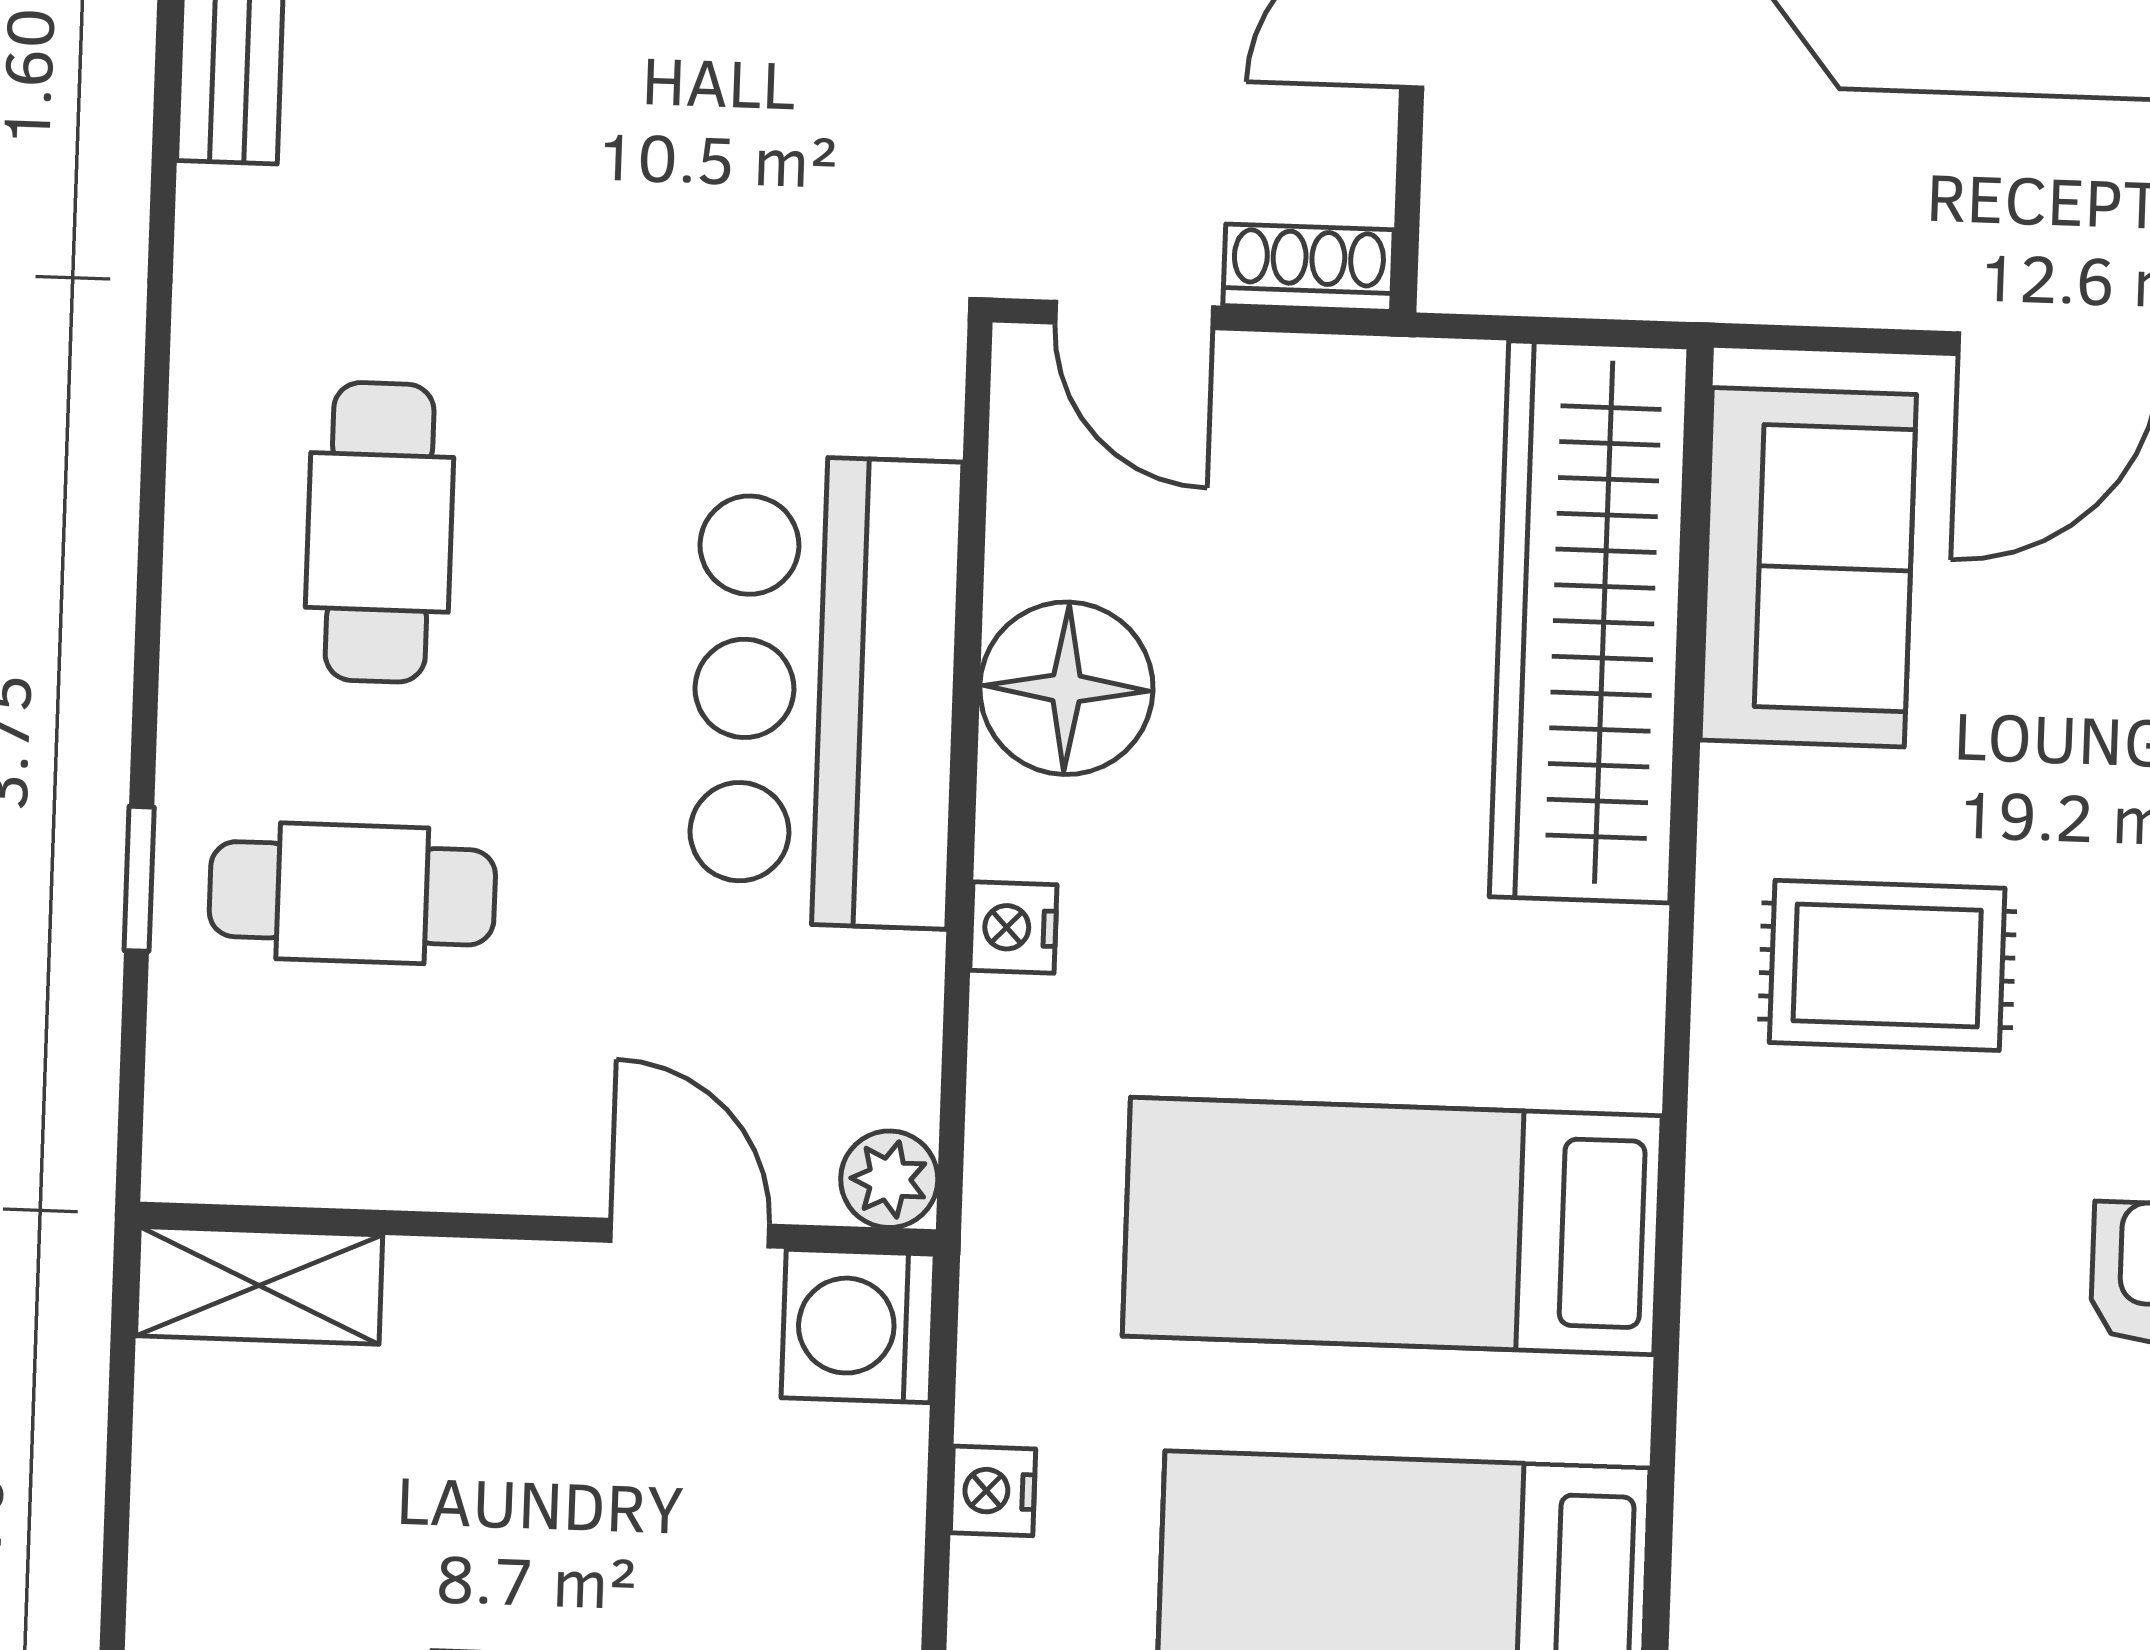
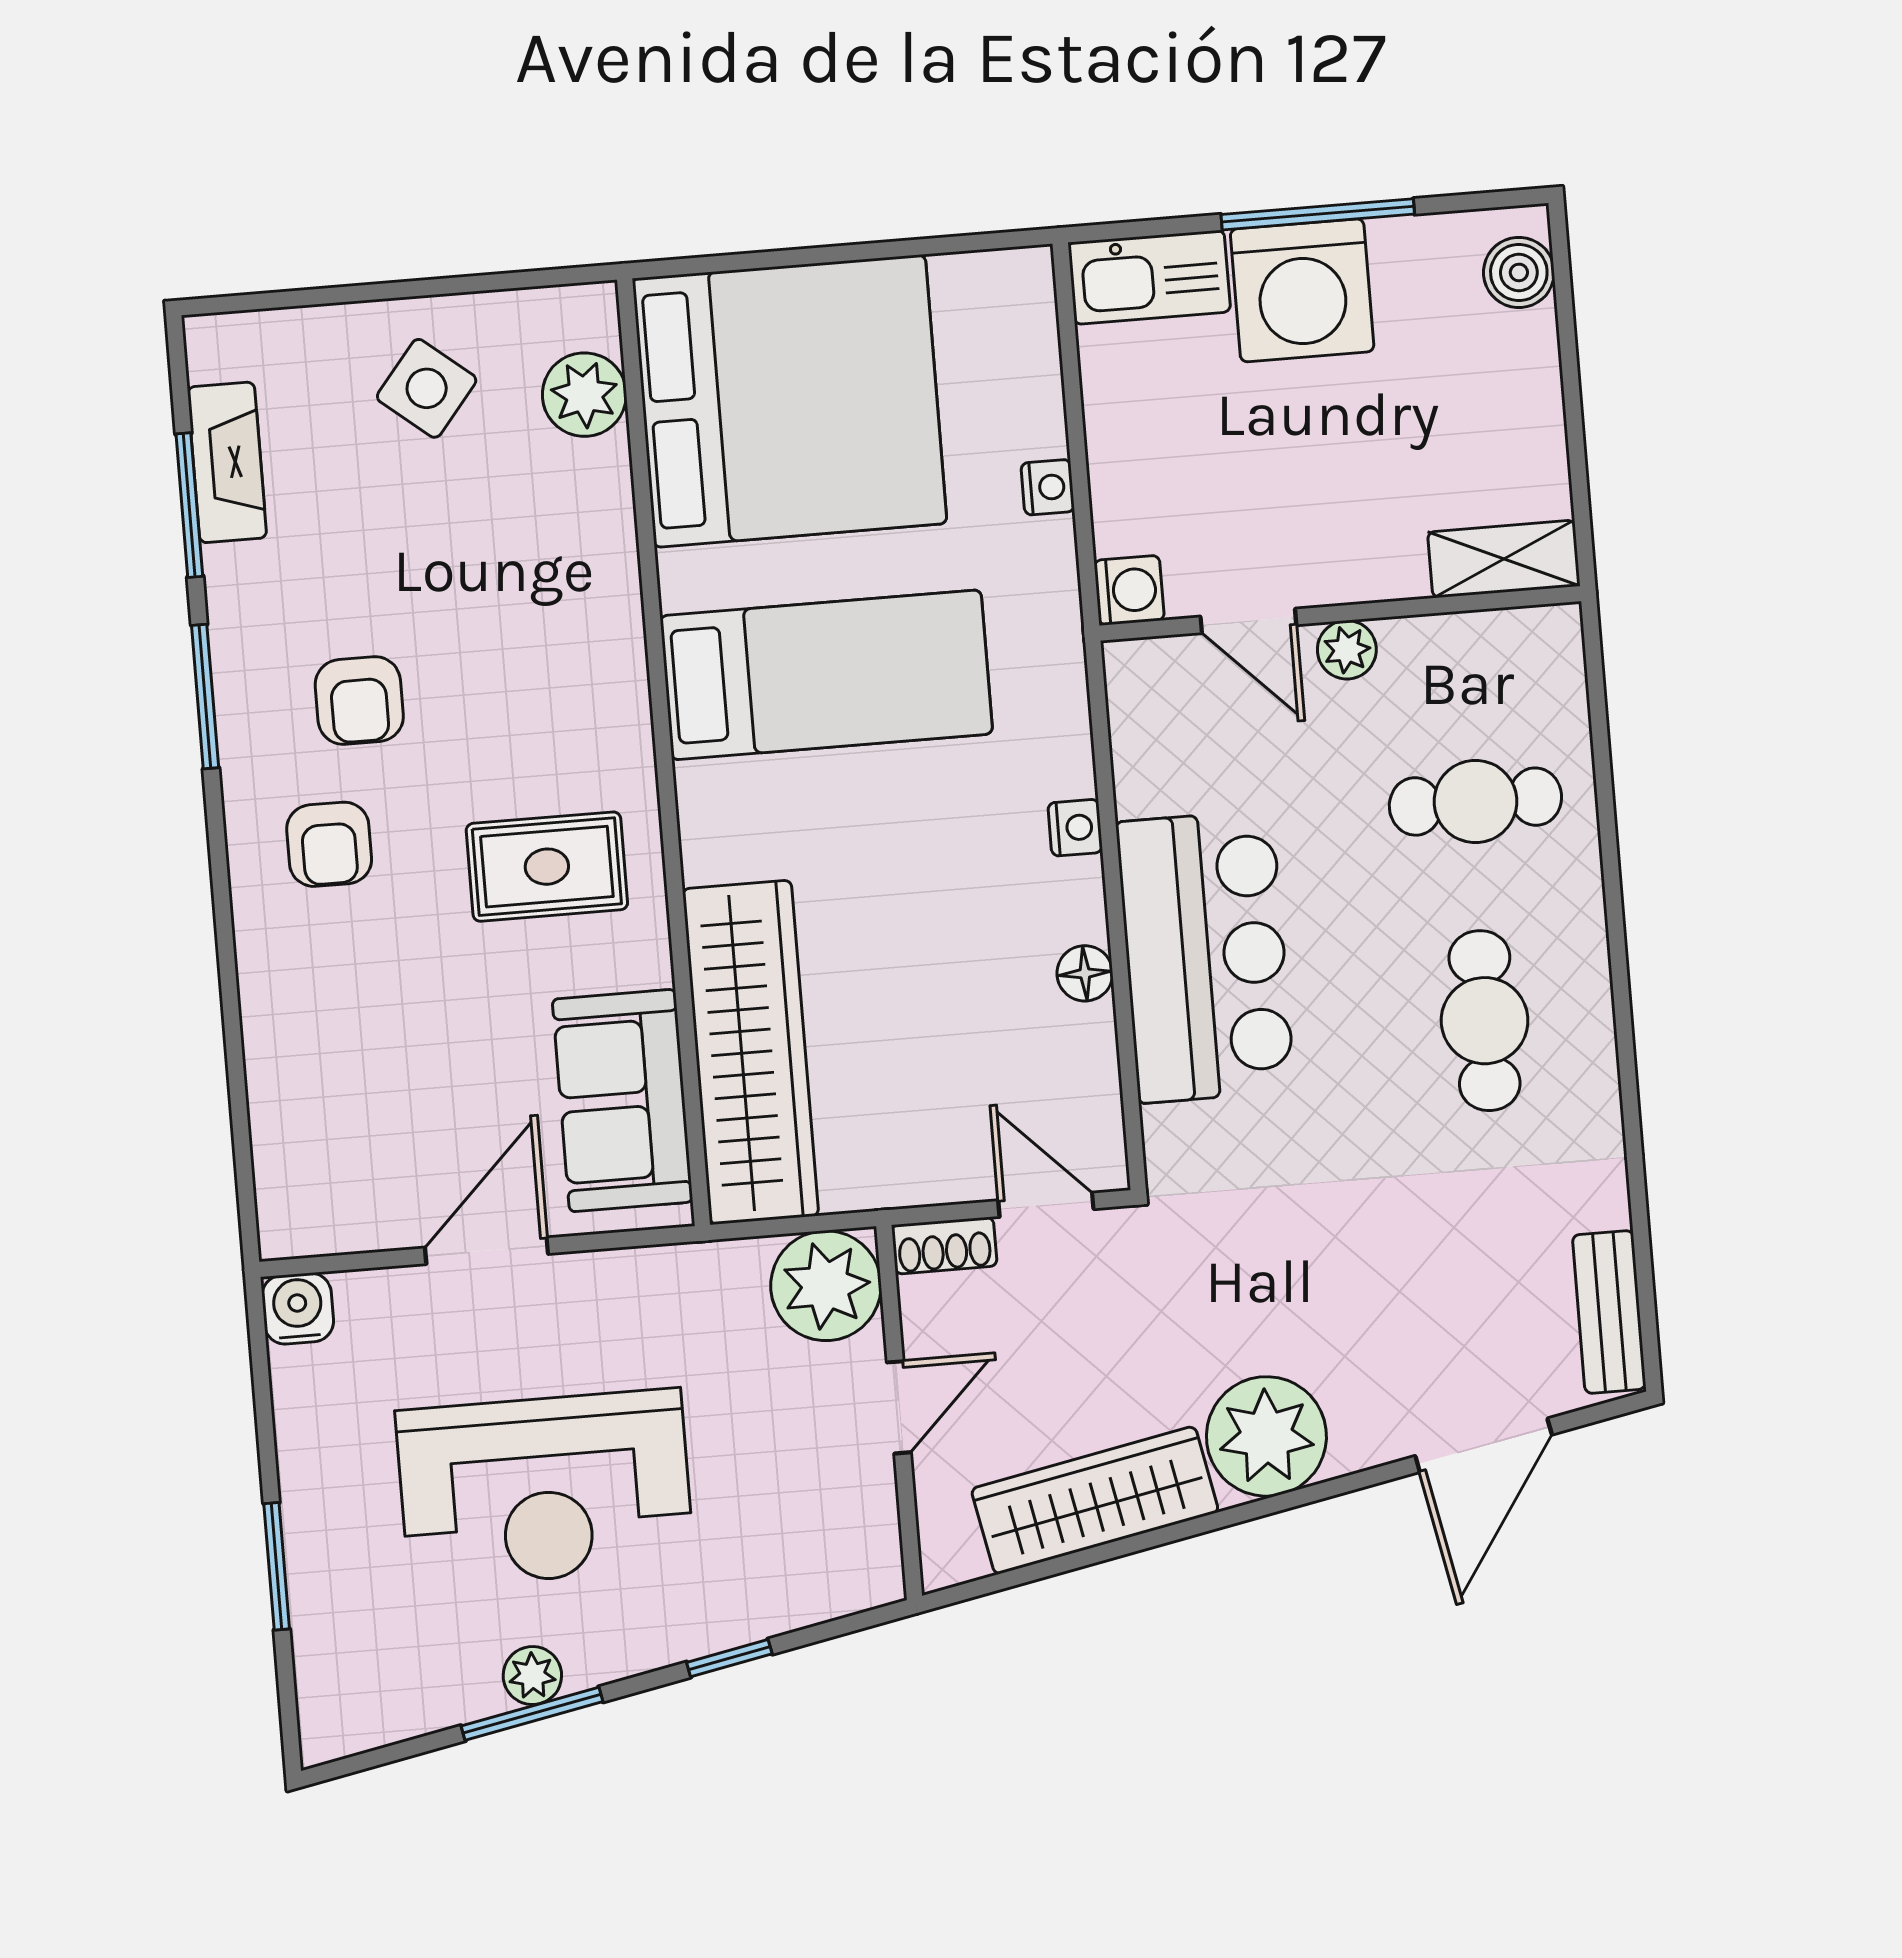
plant: (1510, 225) -> (826, 1286), added
floor lamp: (1066, 688) -> (1085, 973), width x0.53, depth x0.53
window: (139, 879) -> (1605, 795), removed
plant: (889, 1179) -> (1347, 650), moved
washing machine: (858, 1326) -> (1129, 590), width x0.73, depth x0.73

